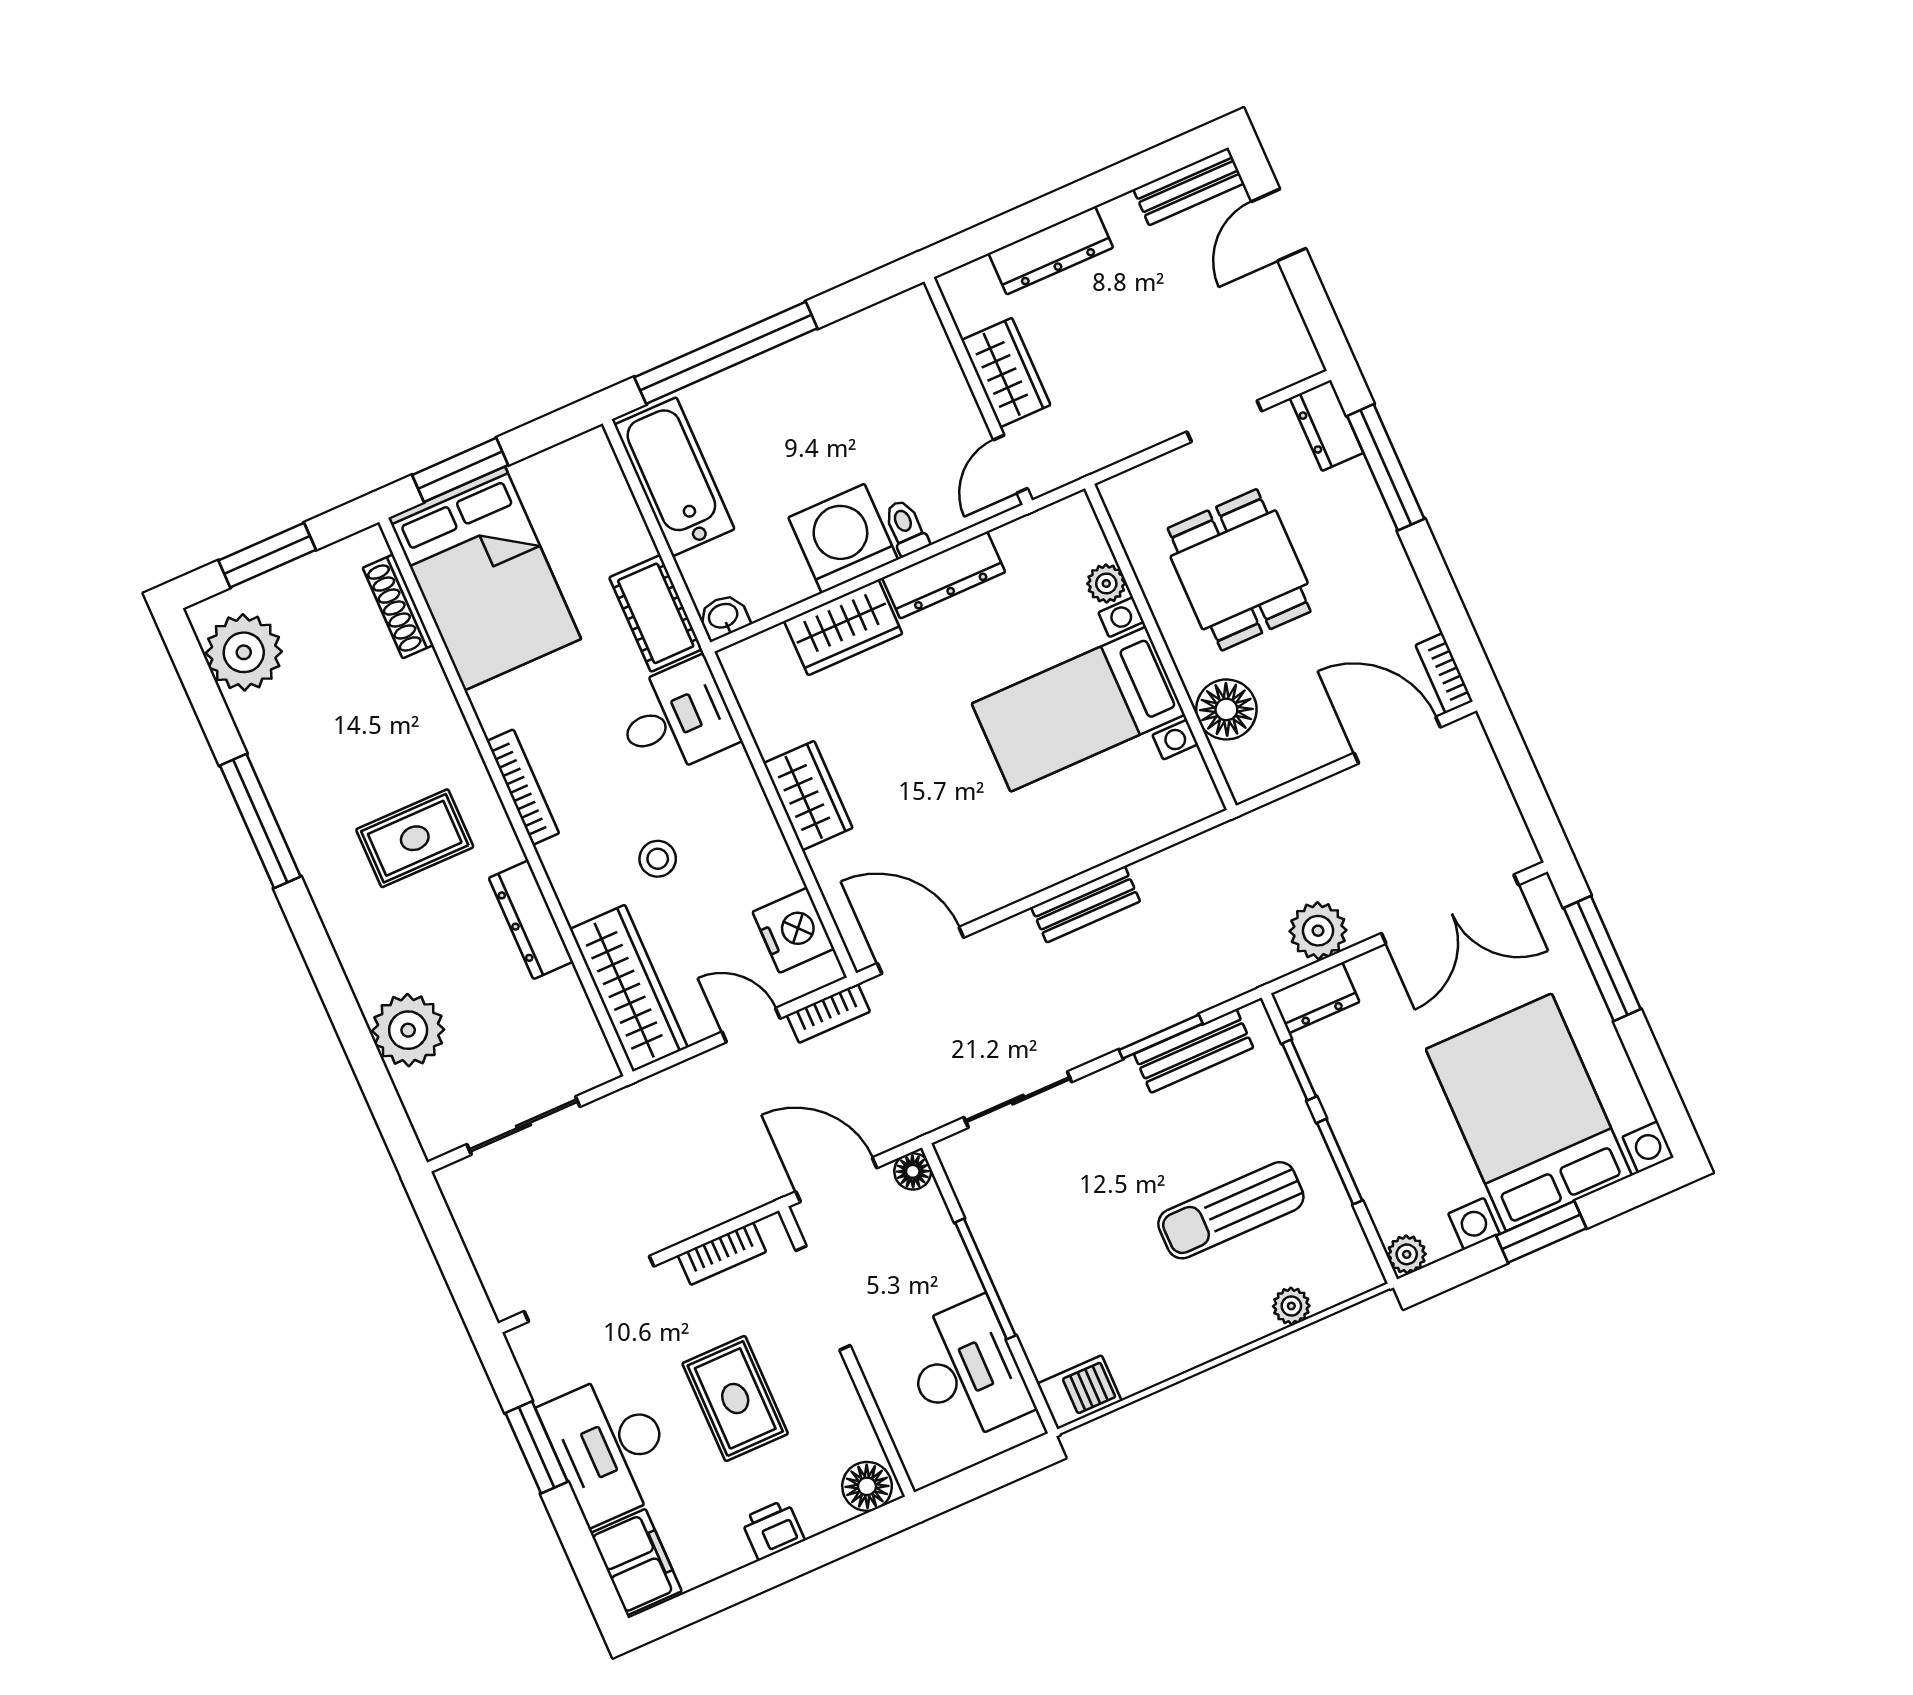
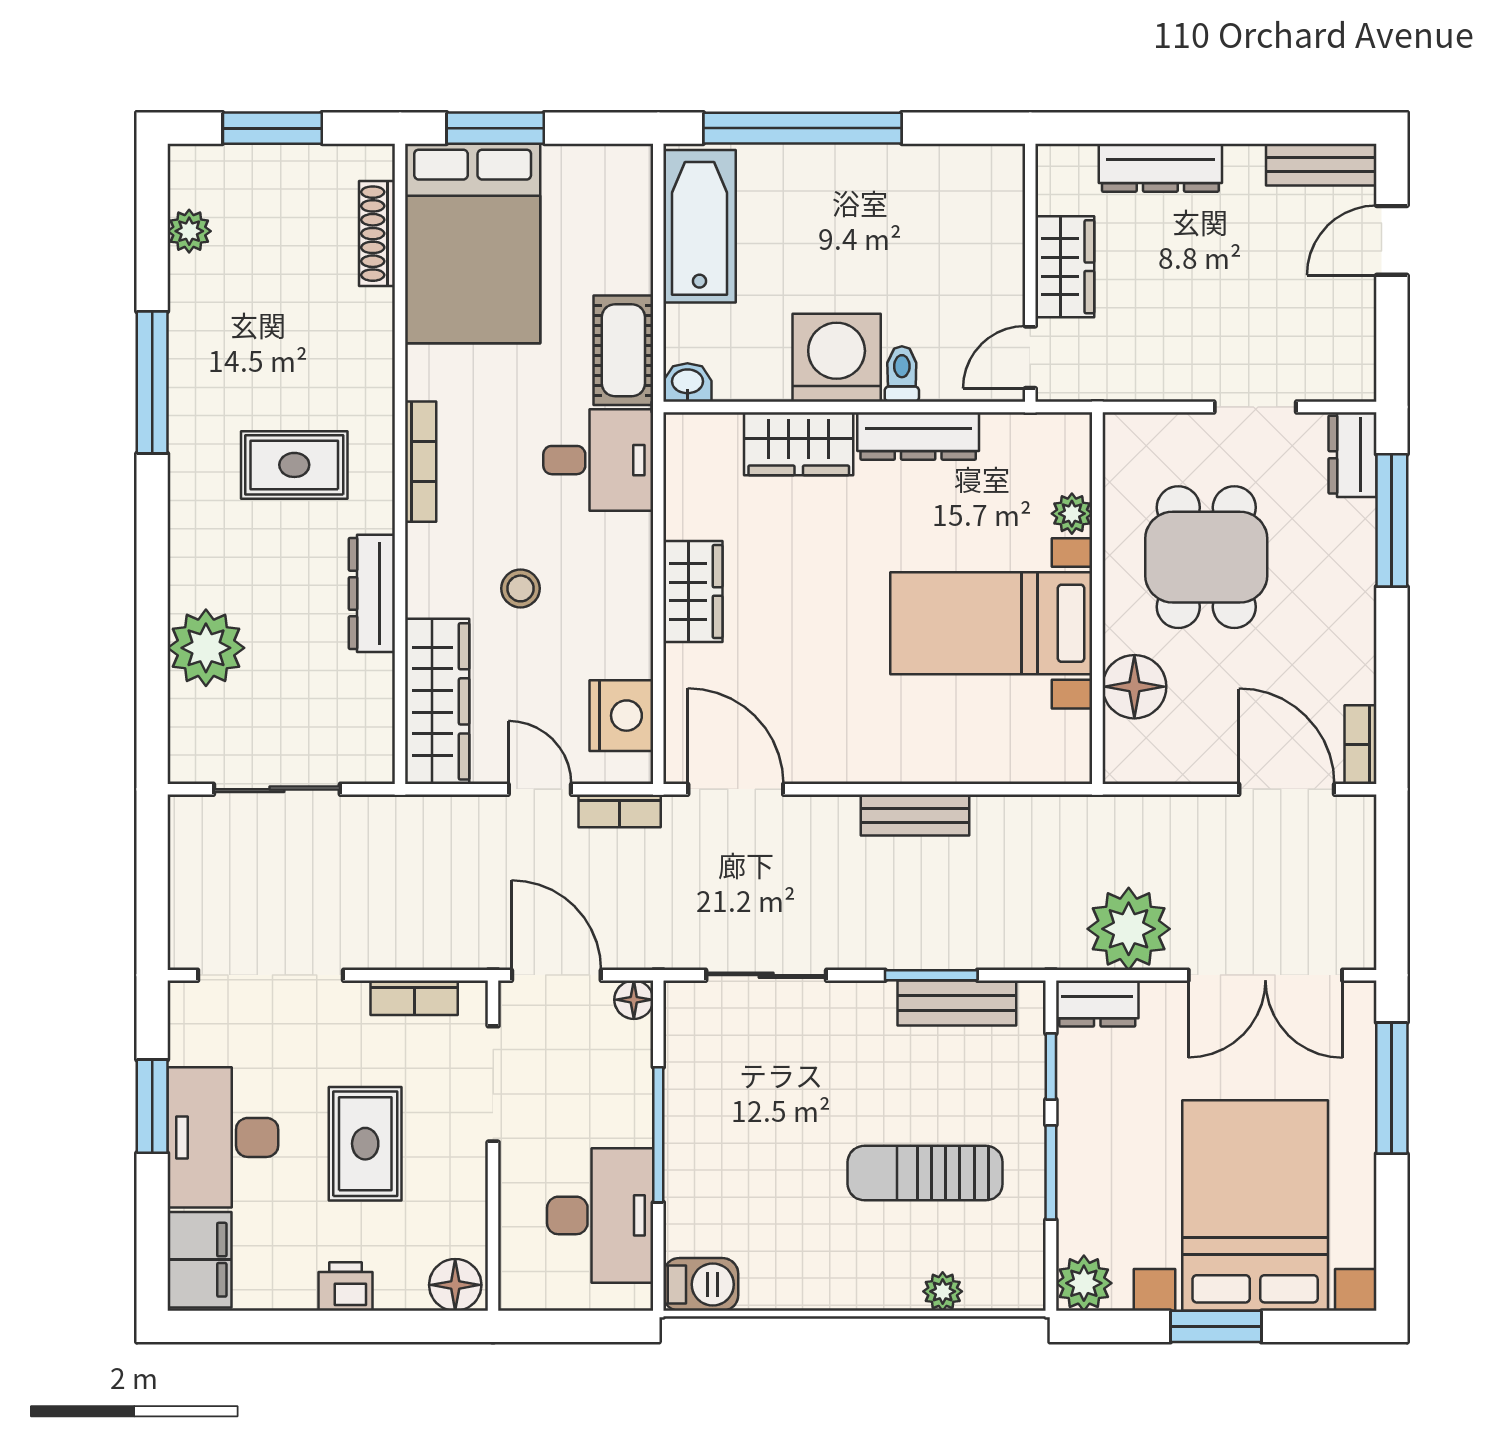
plant: (244, 652) -> (189, 231), width x0.53, depth x0.53
plant: (1318, 931) -> (1129, 929), width x1.36, depth x1.36
plant: (1407, 1254) -> (1084, 1283), width x1.38, depth x1.38

